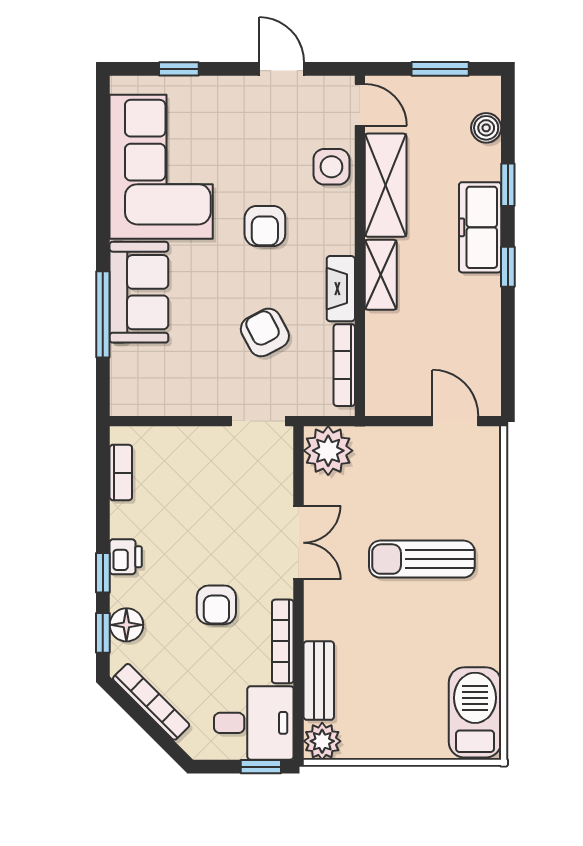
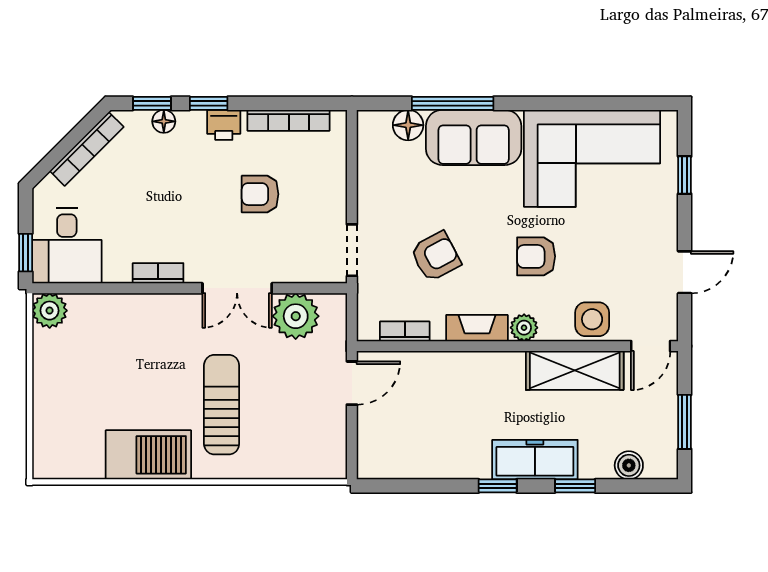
plant: (340, 239) -> (524, 328), added
shelving: (381, 275) -> (490, 366), removed
floor lamp: (126, 362) -> (408, 125), added
bookcase: (344, 365) -> (405, 331), width x0.64
door: (455, 421) -> (352, 383), moved
plant: (328, 451) -> (296, 316), moved
bookcase: (121, 473) -> (289, 120), width x1.56
armchair: (216, 605) -> (260, 194), moved
floor lamp: (126, 625) -> (164, 121), width x0.73, depth x0.73
bookcase: (283, 641) -> (158, 273), width x0.64
bench: (319, 681) -> (107, 307), removed
barbecue: (475, 712) -> (148, 455), moved

